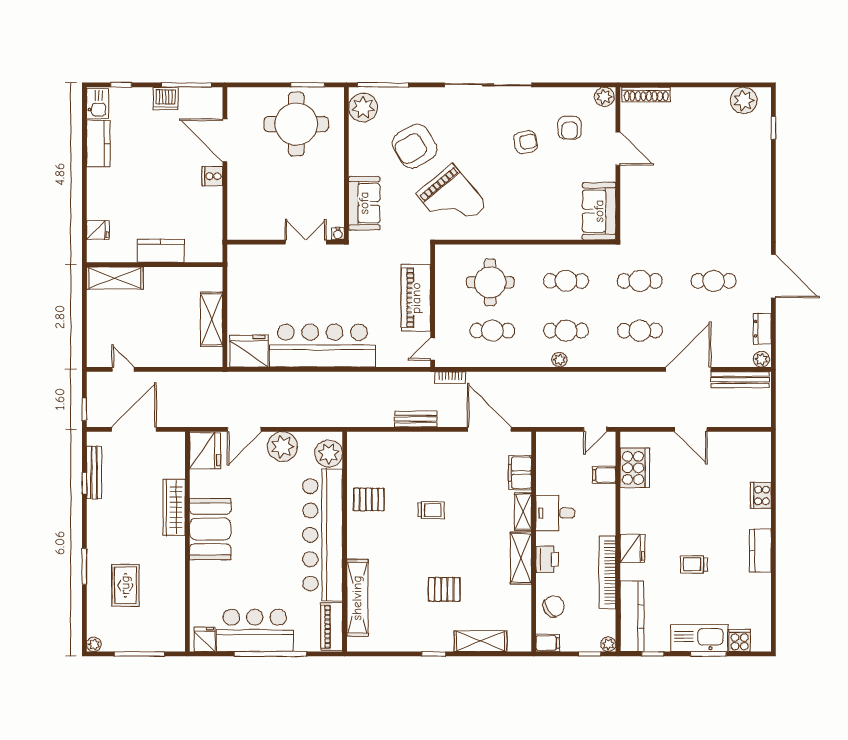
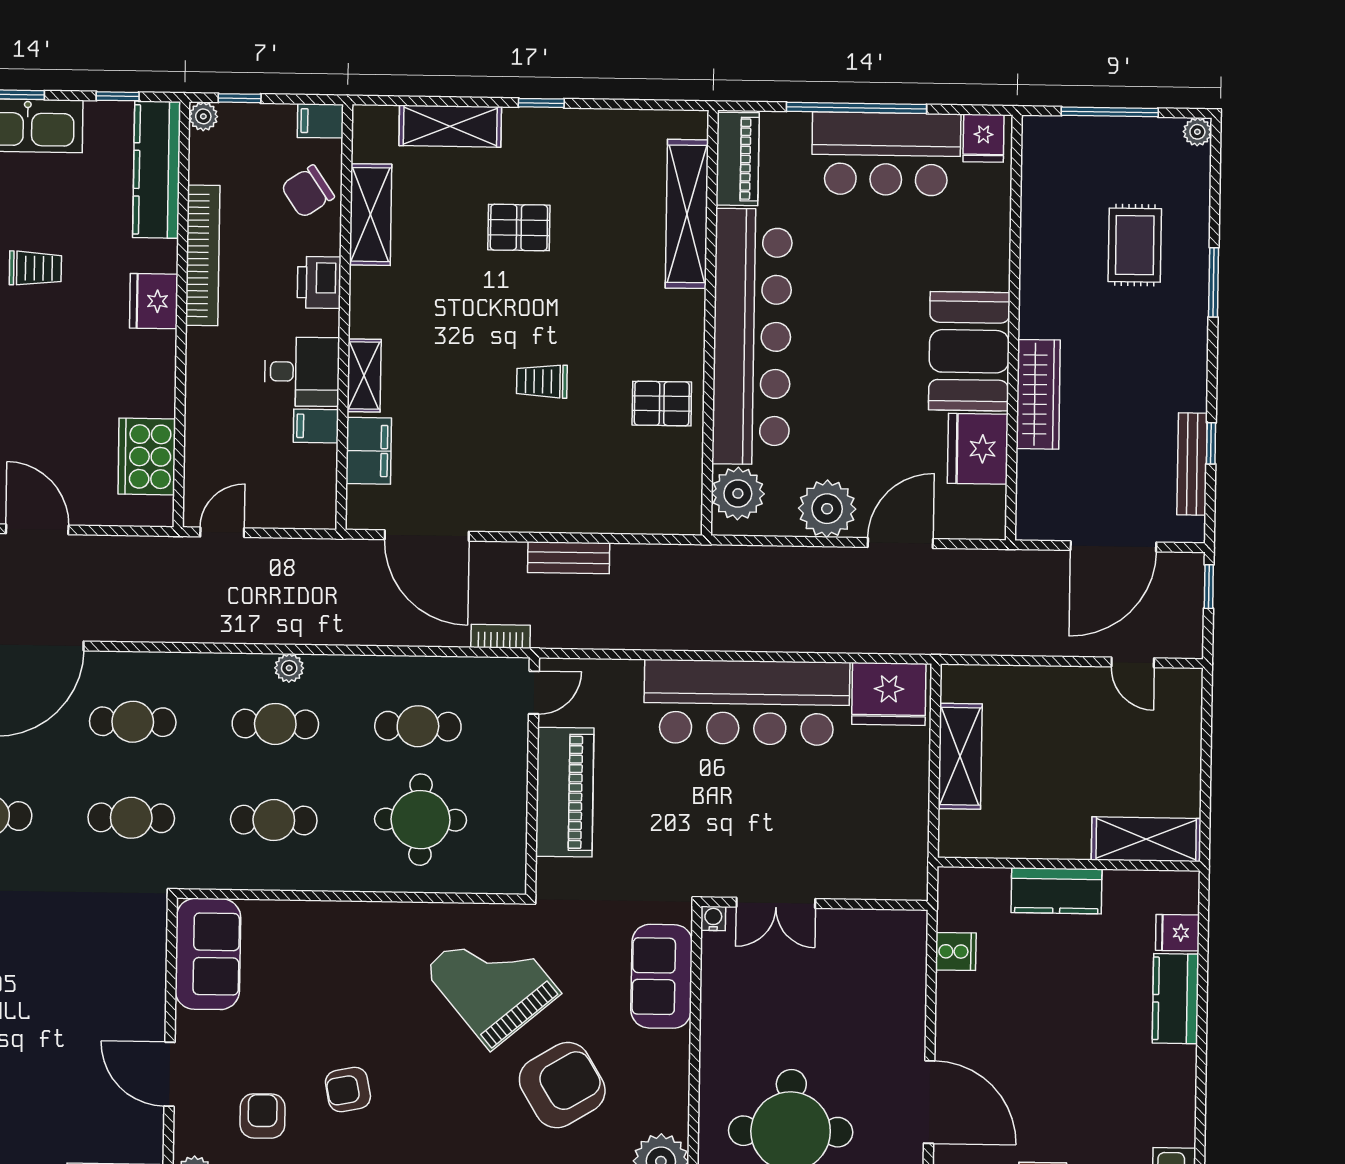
kitchen counter: (98, 143) -> (1175, 999), moved
cooker: (212, 176) -> (956, 951), moved
fridge: (205, 451) -> (978, 449), moved
filing cabinet: (604, 475) -> (316, 426), moved, turned 180
shelving: (521, 558) -> (371, 215), moved

